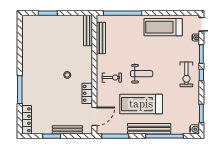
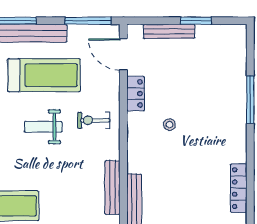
door: (94, 116) -> (123, 54), hinge flipped
locker: (27, 120) -> (239, 188), moved

